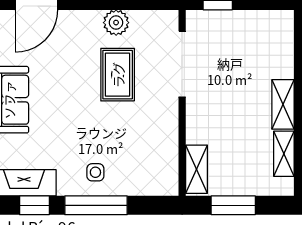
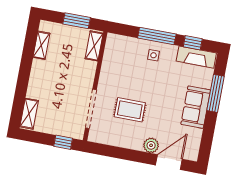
plant: (116, 23) -> (151, 145), moved
rug: (118, 75) -> (130, 110), turned 90
shelving: (283, 104) -> (29, 114), moved

